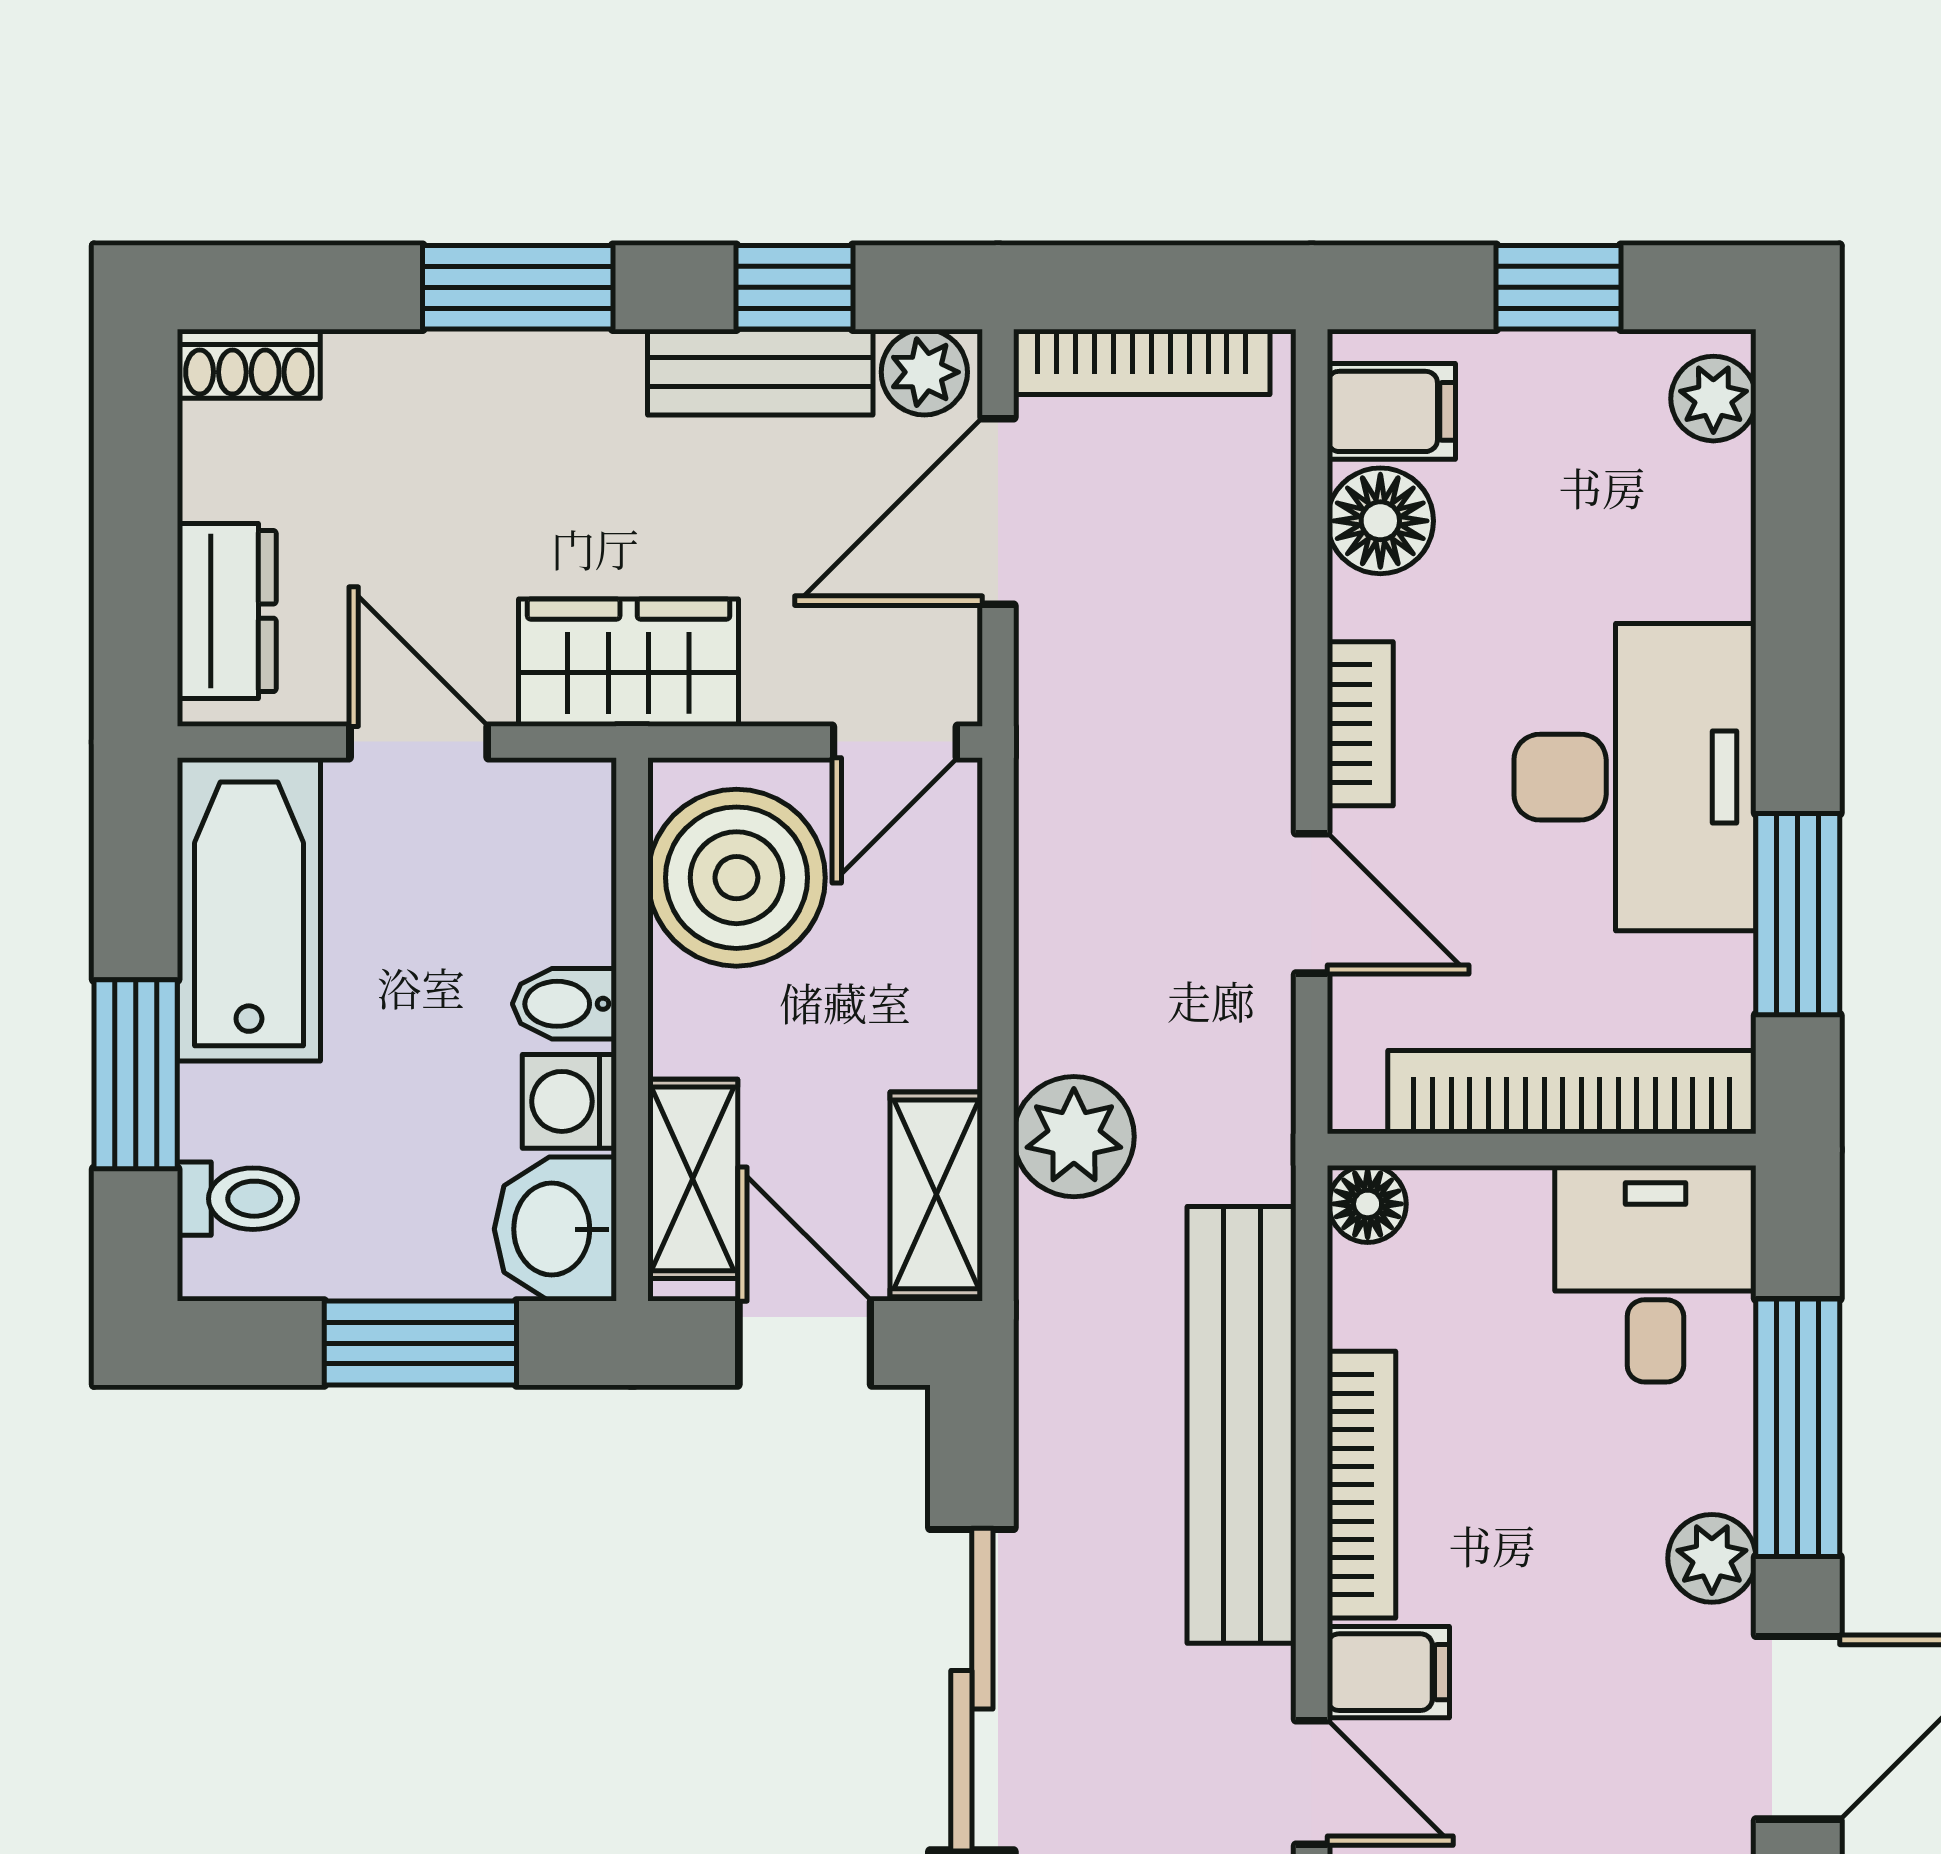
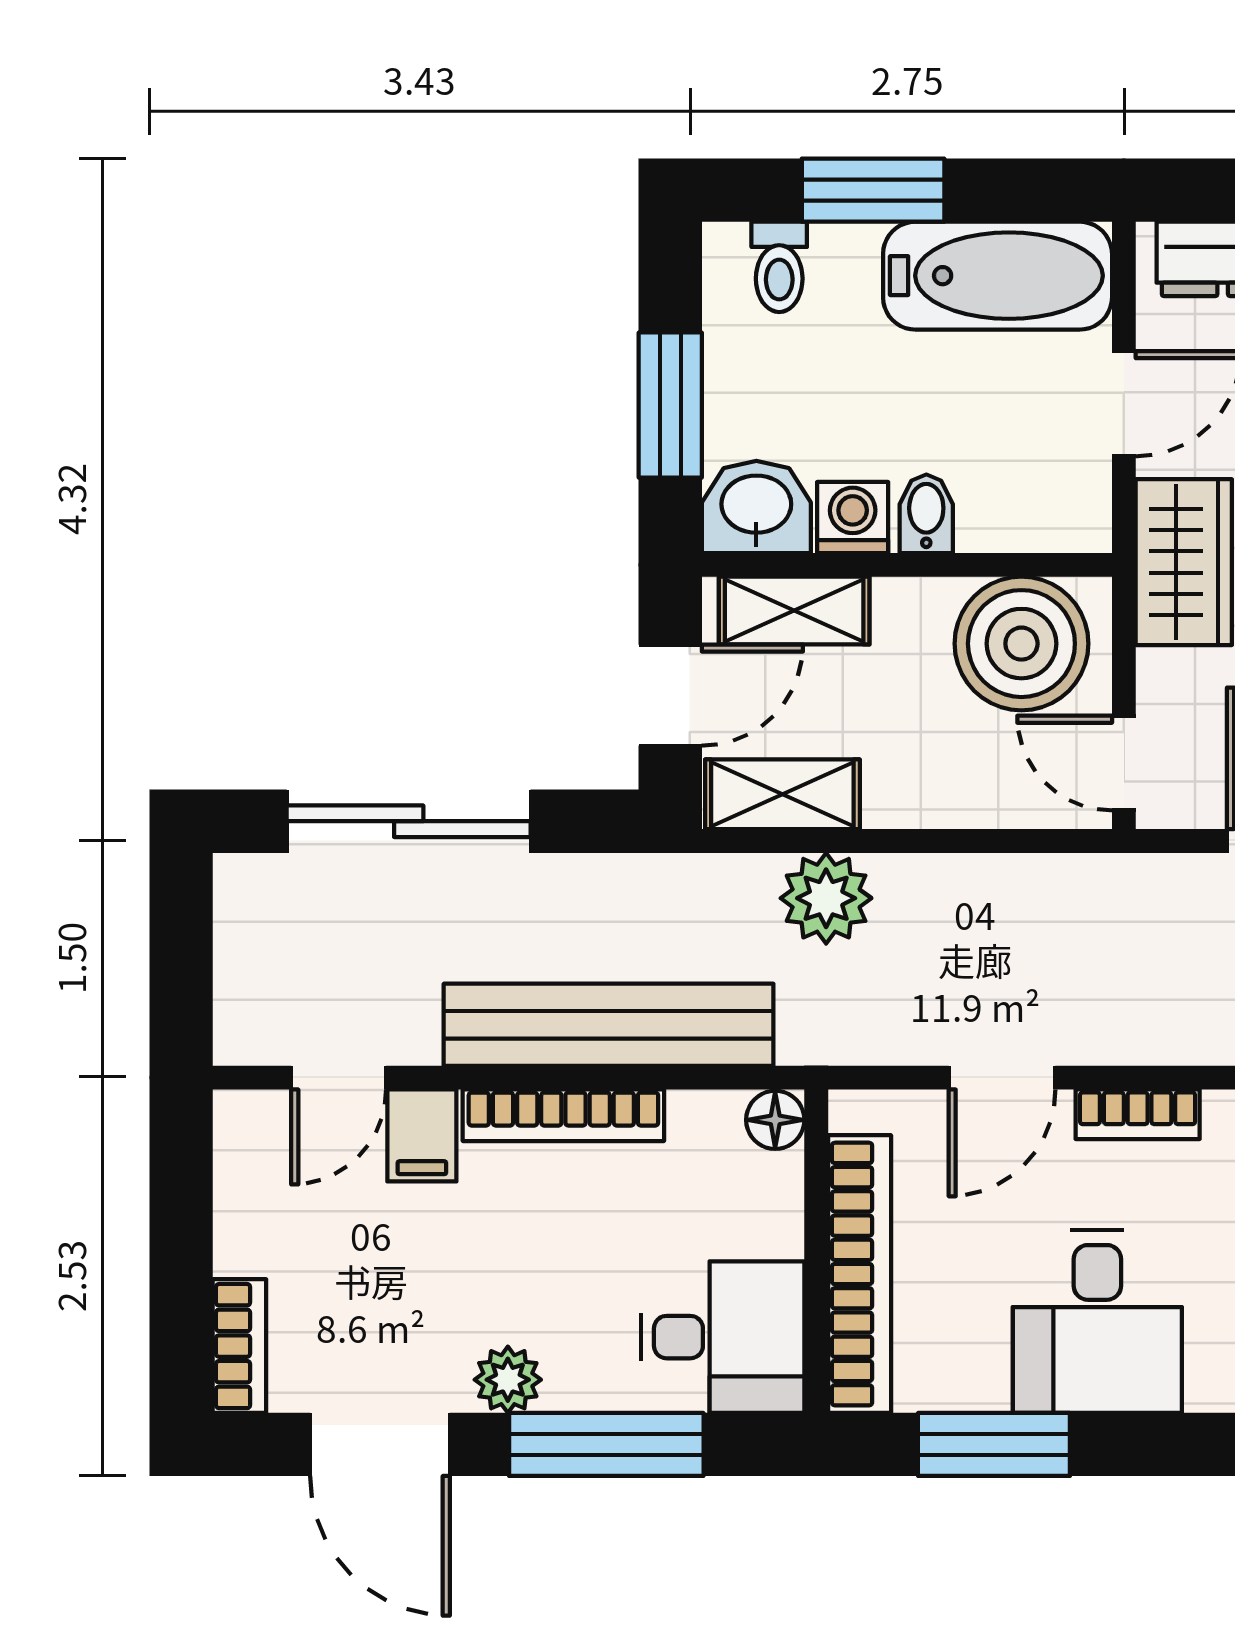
desk: (1635, 777) -> (1097, 1322), width x0.73

